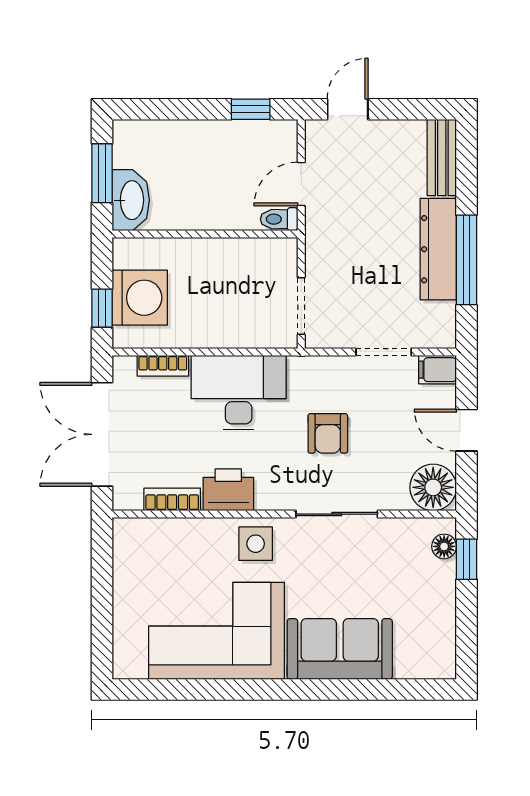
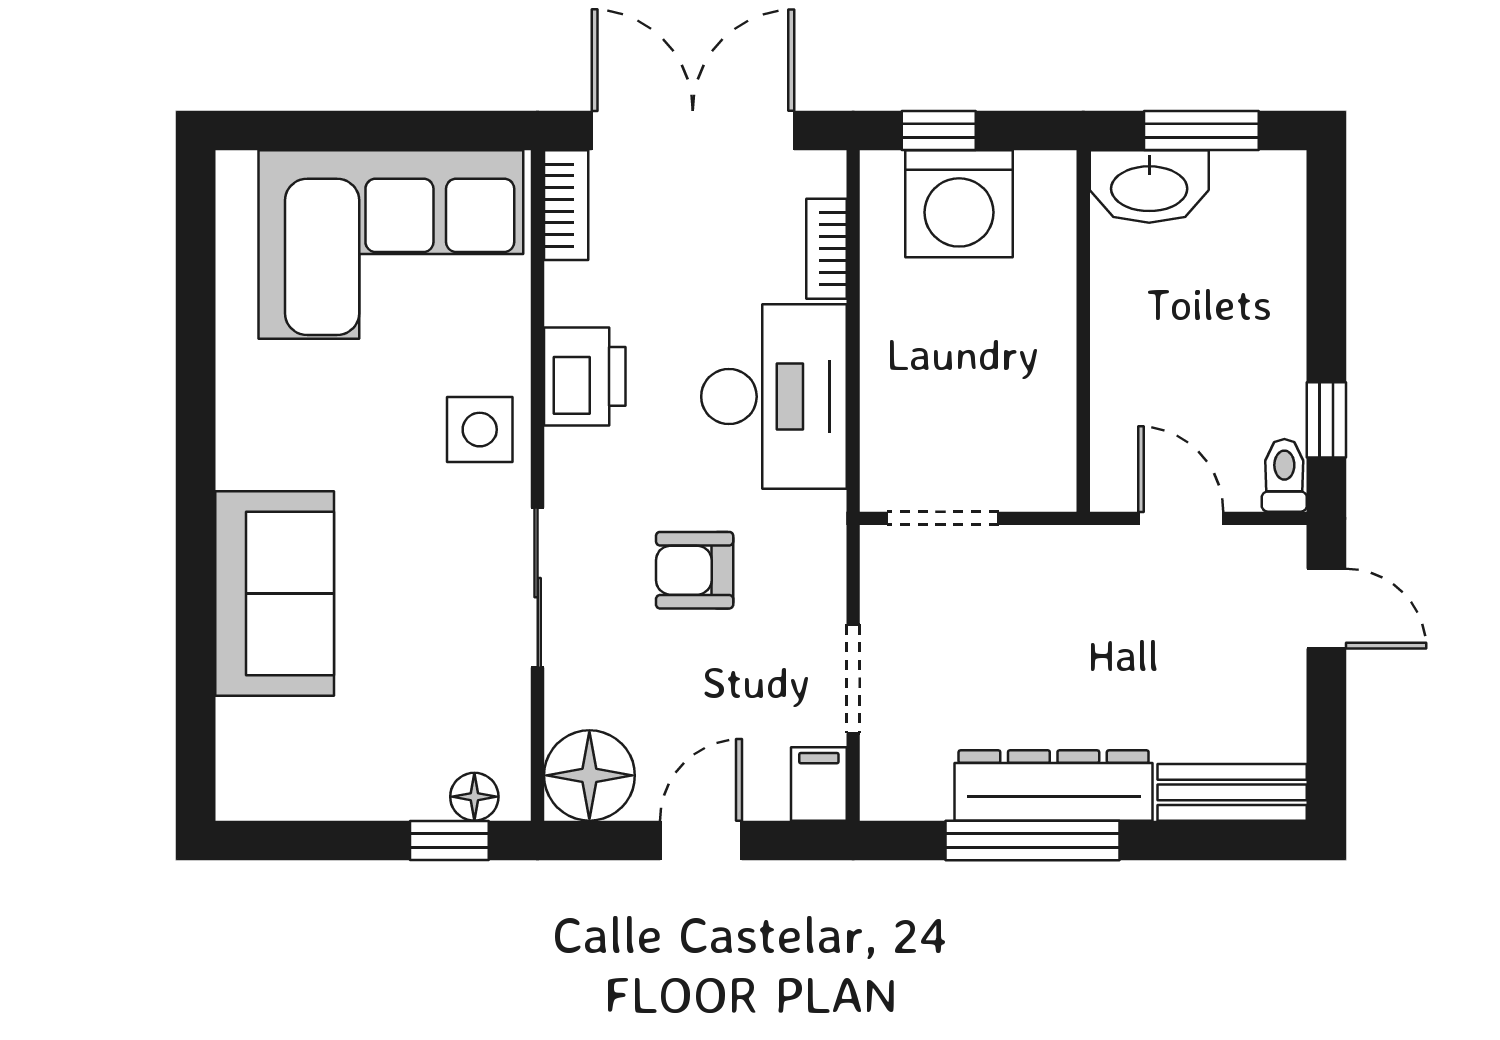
toilet: (279, 219) -> (1284, 475), moved
bookcase: (172, 499) -> (566, 205), moved
corner sofa: (217, 631) -> (391, 245), moved, turned 90

